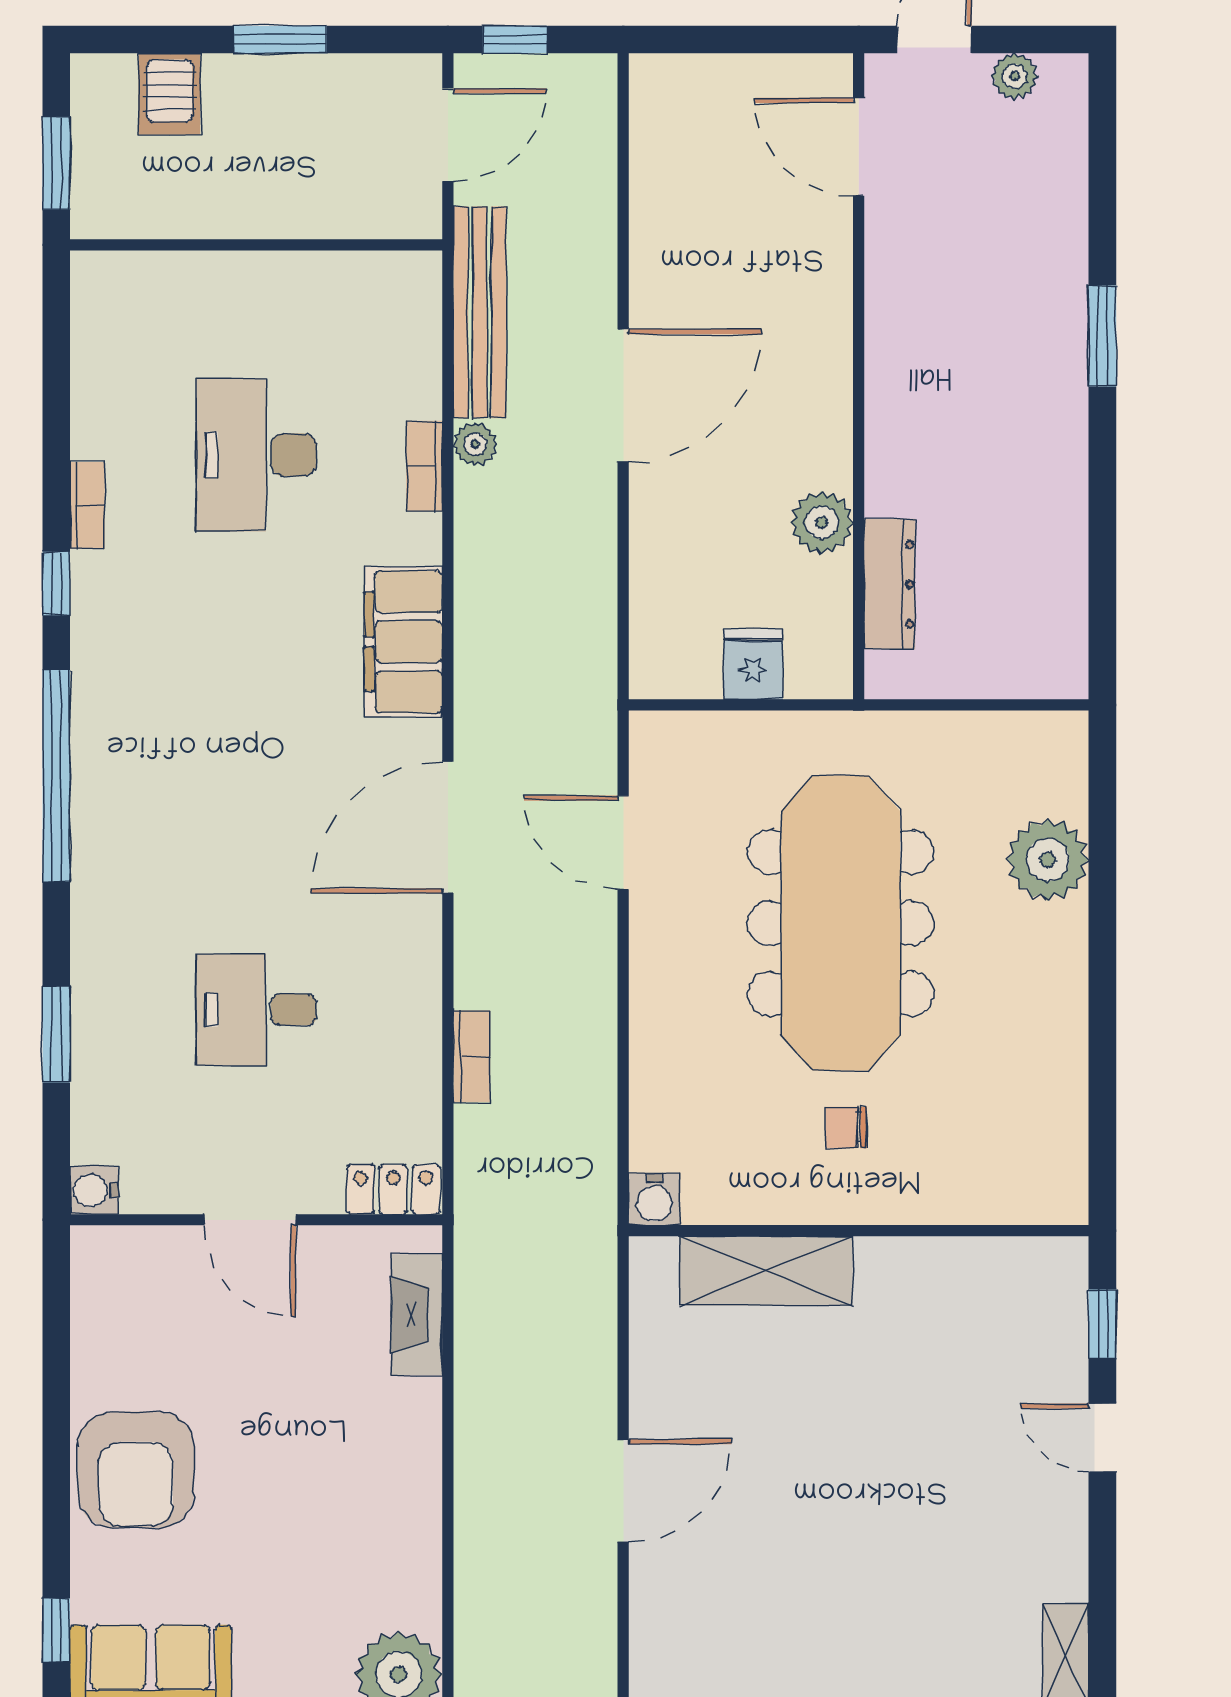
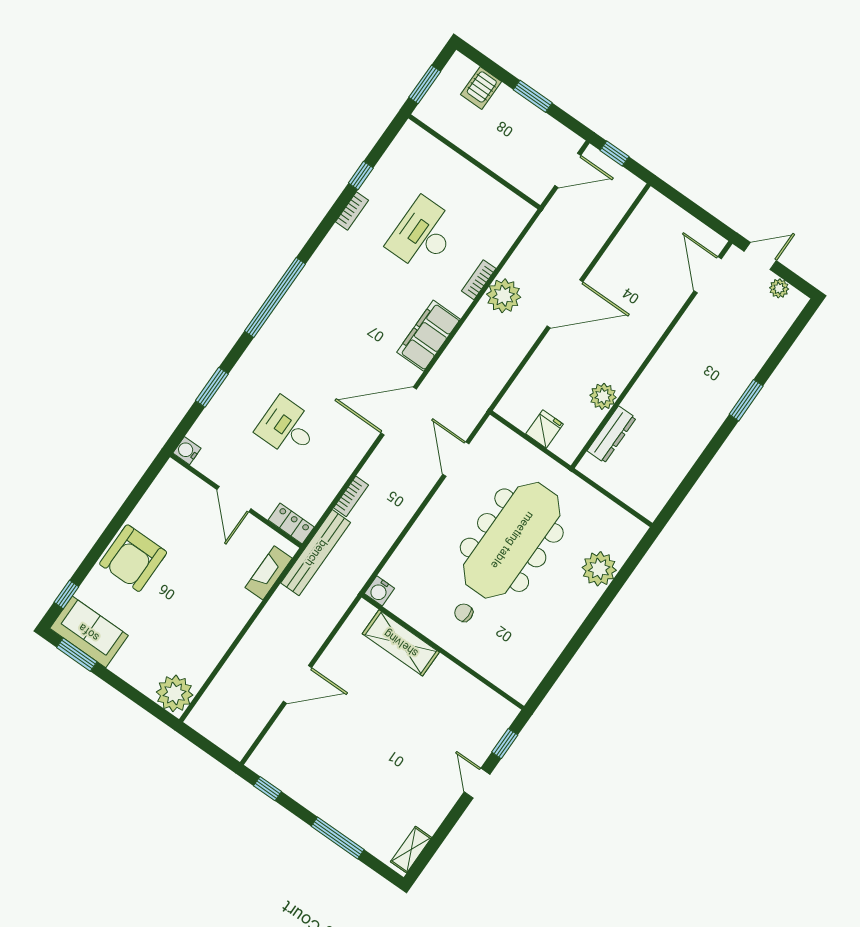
bench: (480, 312) -> (316, 553), moved
plant: (475, 444) -> (504, 296), width x1.88, depth x1.88
window: (56, 583) -> (361, 175), moved

